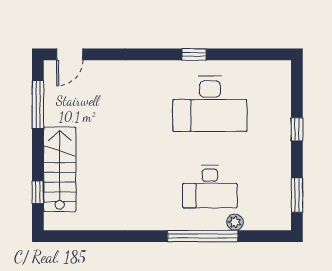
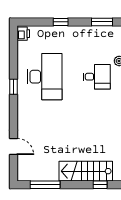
door: (70, 54) -> (14, 146), moved
printer: (278, 70) -> (23, 34), added
desk: (210, 187) -> (97, 77), width x0.73

